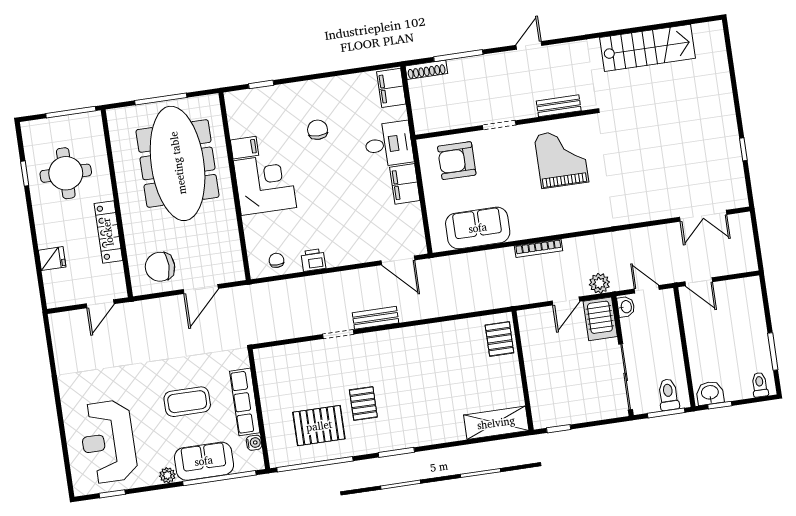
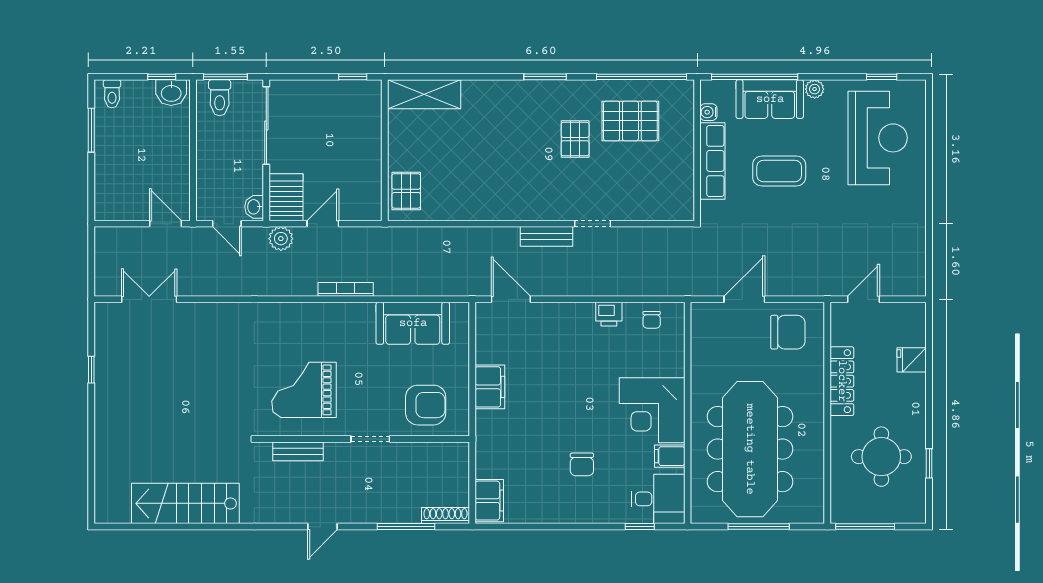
desk: (389, 144) -> (658, 499), moved, turned 180
grand piano: (561, 158) -> (304, 390), turned 90

